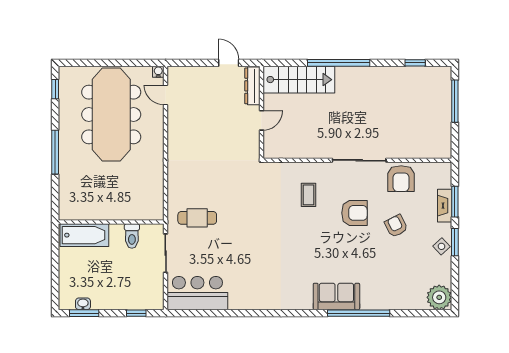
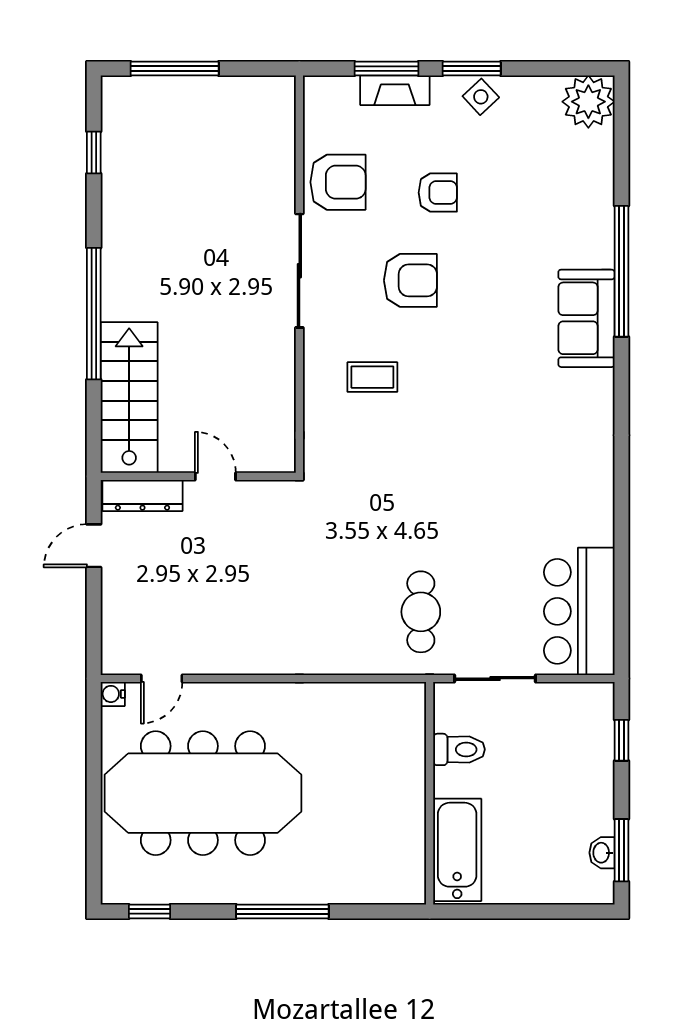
armchair: (354, 213) -> (410, 280), turned 90
armchair: (396, 226) -> (438, 193), turned -153

